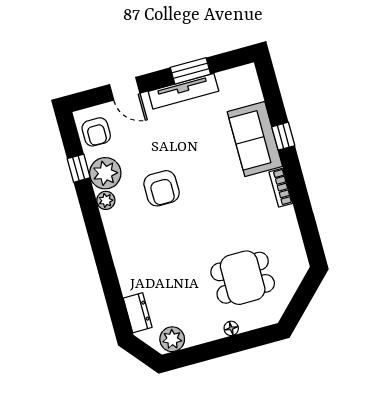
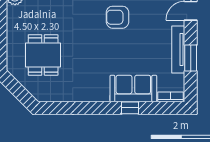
bookcase: (281, 188) -> (170, 97), moved
floor lamp: (231, 328) -> (11, 38), removed

